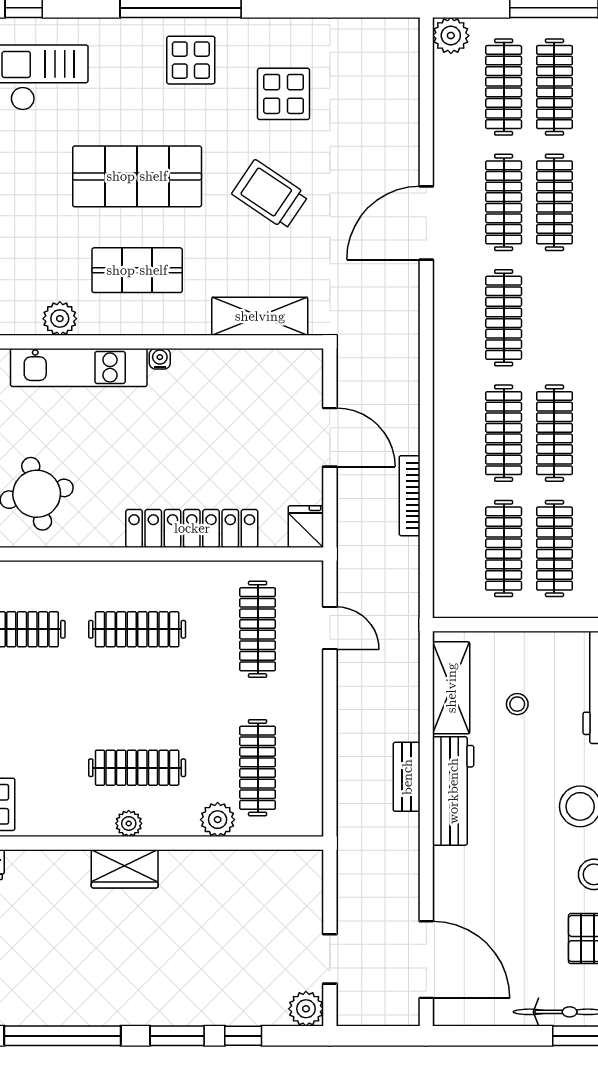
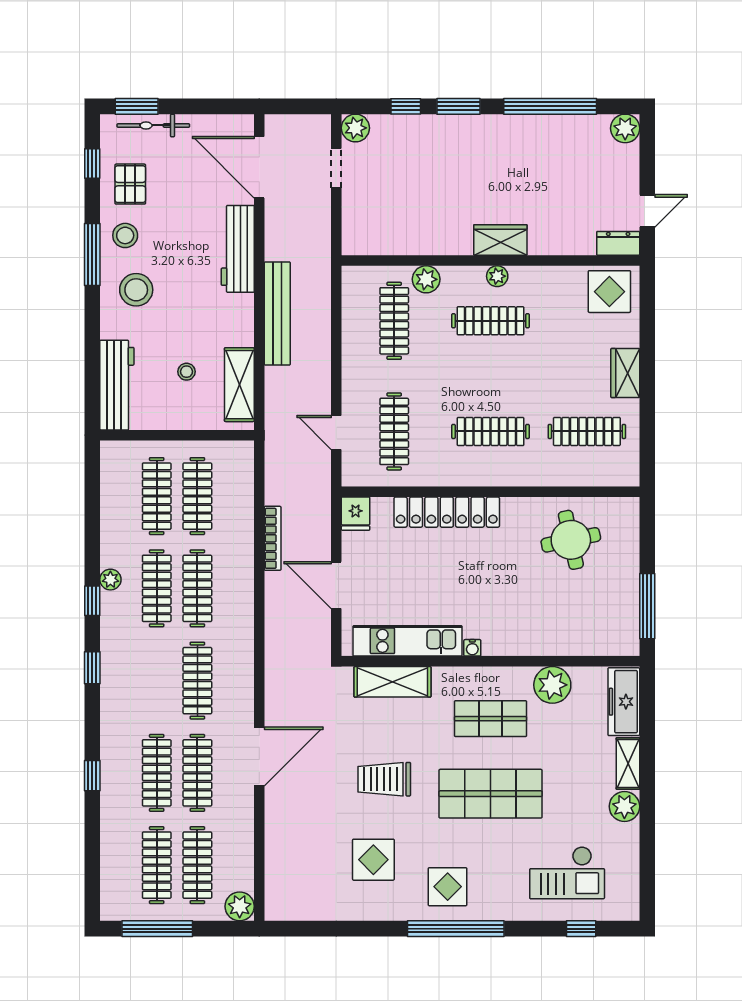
trolley: (270, 195) -> (384, 779), turned 146
plant: (60, 319) -> (552, 685), width x1.36, depth x1.36
kitchen unit: (79, 367) -> (408, 641), moved
bench: (407, 777) -> (277, 313), width x1.86, depth x1.21
workbench: (453, 791) -> (238, 249), moved

